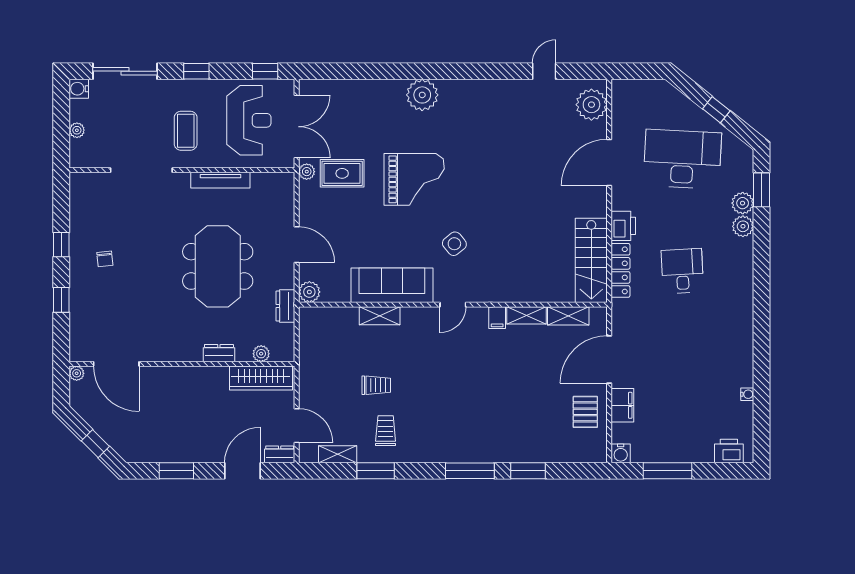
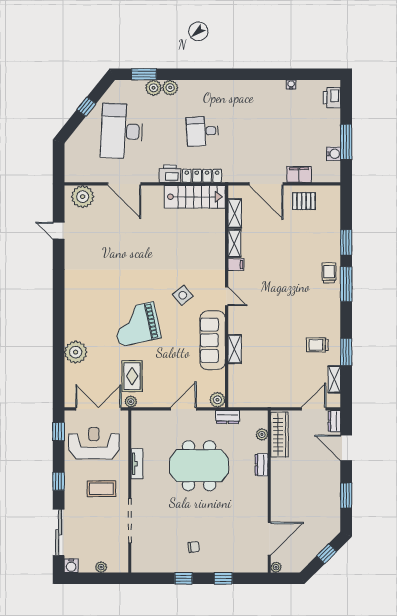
plant: (422, 95) -> (76, 352), moved
grand piano: (414, 179) -> (136, 324), turned -102
tv unit: (220, 180) -> (137, 464), width x0.71
trolley: (376, 385) -> (329, 273), moved
water cooler: (621, 453) -> (334, 154), moved

